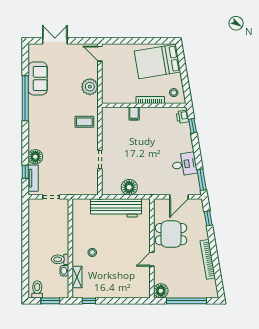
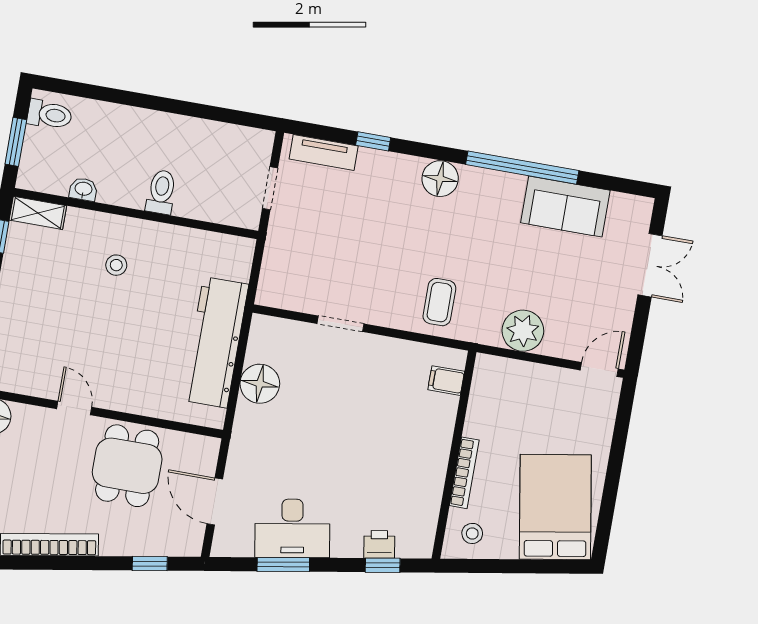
filing cabinet: (134, 114) -> (446, 381), moved
printer: (183, 117) -> (379, 544), moved
floor lamp: (35, 157) -> (440, 179), moved
desk: (184, 164) -> (292, 528), width x1.37
window: (25, 172) -> (373, 141), moved
window: (202, 180) -> (283, 565), moved
toilet: (60, 259) -> (161, 192), moved
shelving: (77, 277) -> (38, 213), moved

